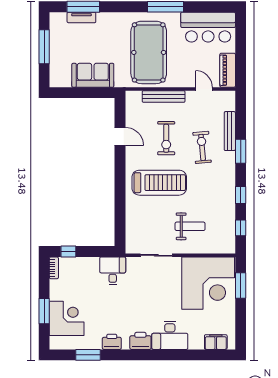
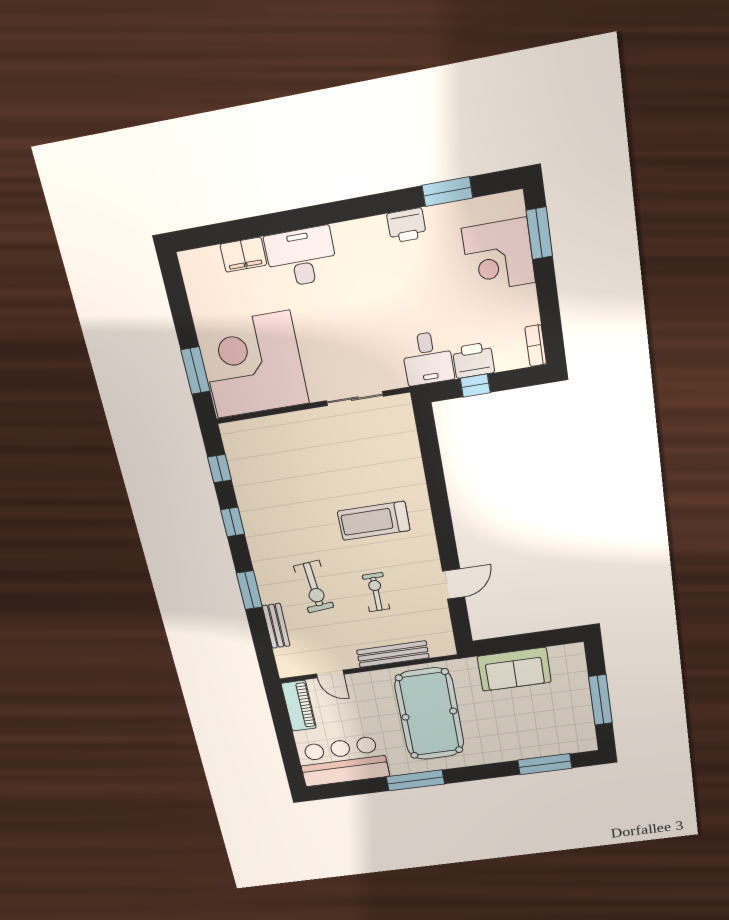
tv unit: (81, 17) -> (546, 749), removed
bench: (230, 131) -> (276, 626), width x0.73
door: (120, 136) -> (454, 584), swing flipped
exercise bike: (166, 138) -> (376, 592), width x0.73, depth x0.72
treadmill: (159, 183) -> (374, 521), width x0.73, depth x0.73
weight bench: (190, 226) -> (306, 458), removed
window: (68, 252) -> (475, 385), moved
window: (44, 311) -> (539, 233), moved
printer: (140, 341) -> (473, 360), moved, turned 180
filing cabinet: (216, 342) -> (243, 255), moved

